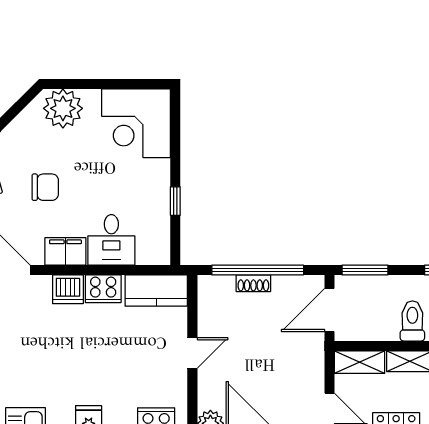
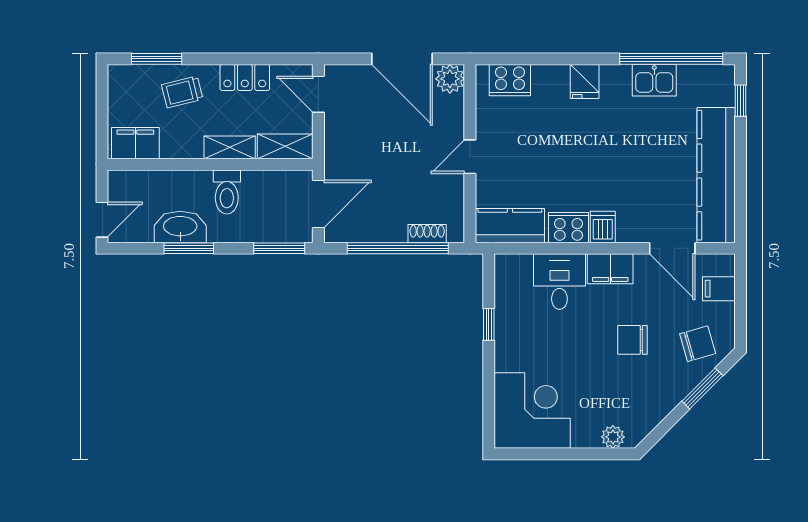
plant: (63, 108) -> (613, 437), width x0.53, depth x0.53
shoe rack: (253, 283) -> (427, 234), moved
dishwasher: (68, 289) -> (603, 227), width x0.73

